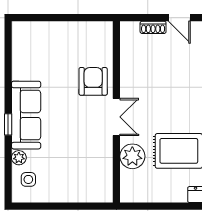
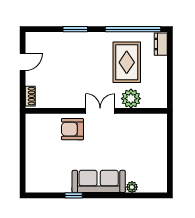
shoe rack: (153, 27) -> (30, 96), moved
window: (8, 124) -> (74, 195), moved
side table: (28, 179) -> (149, 180), removed

